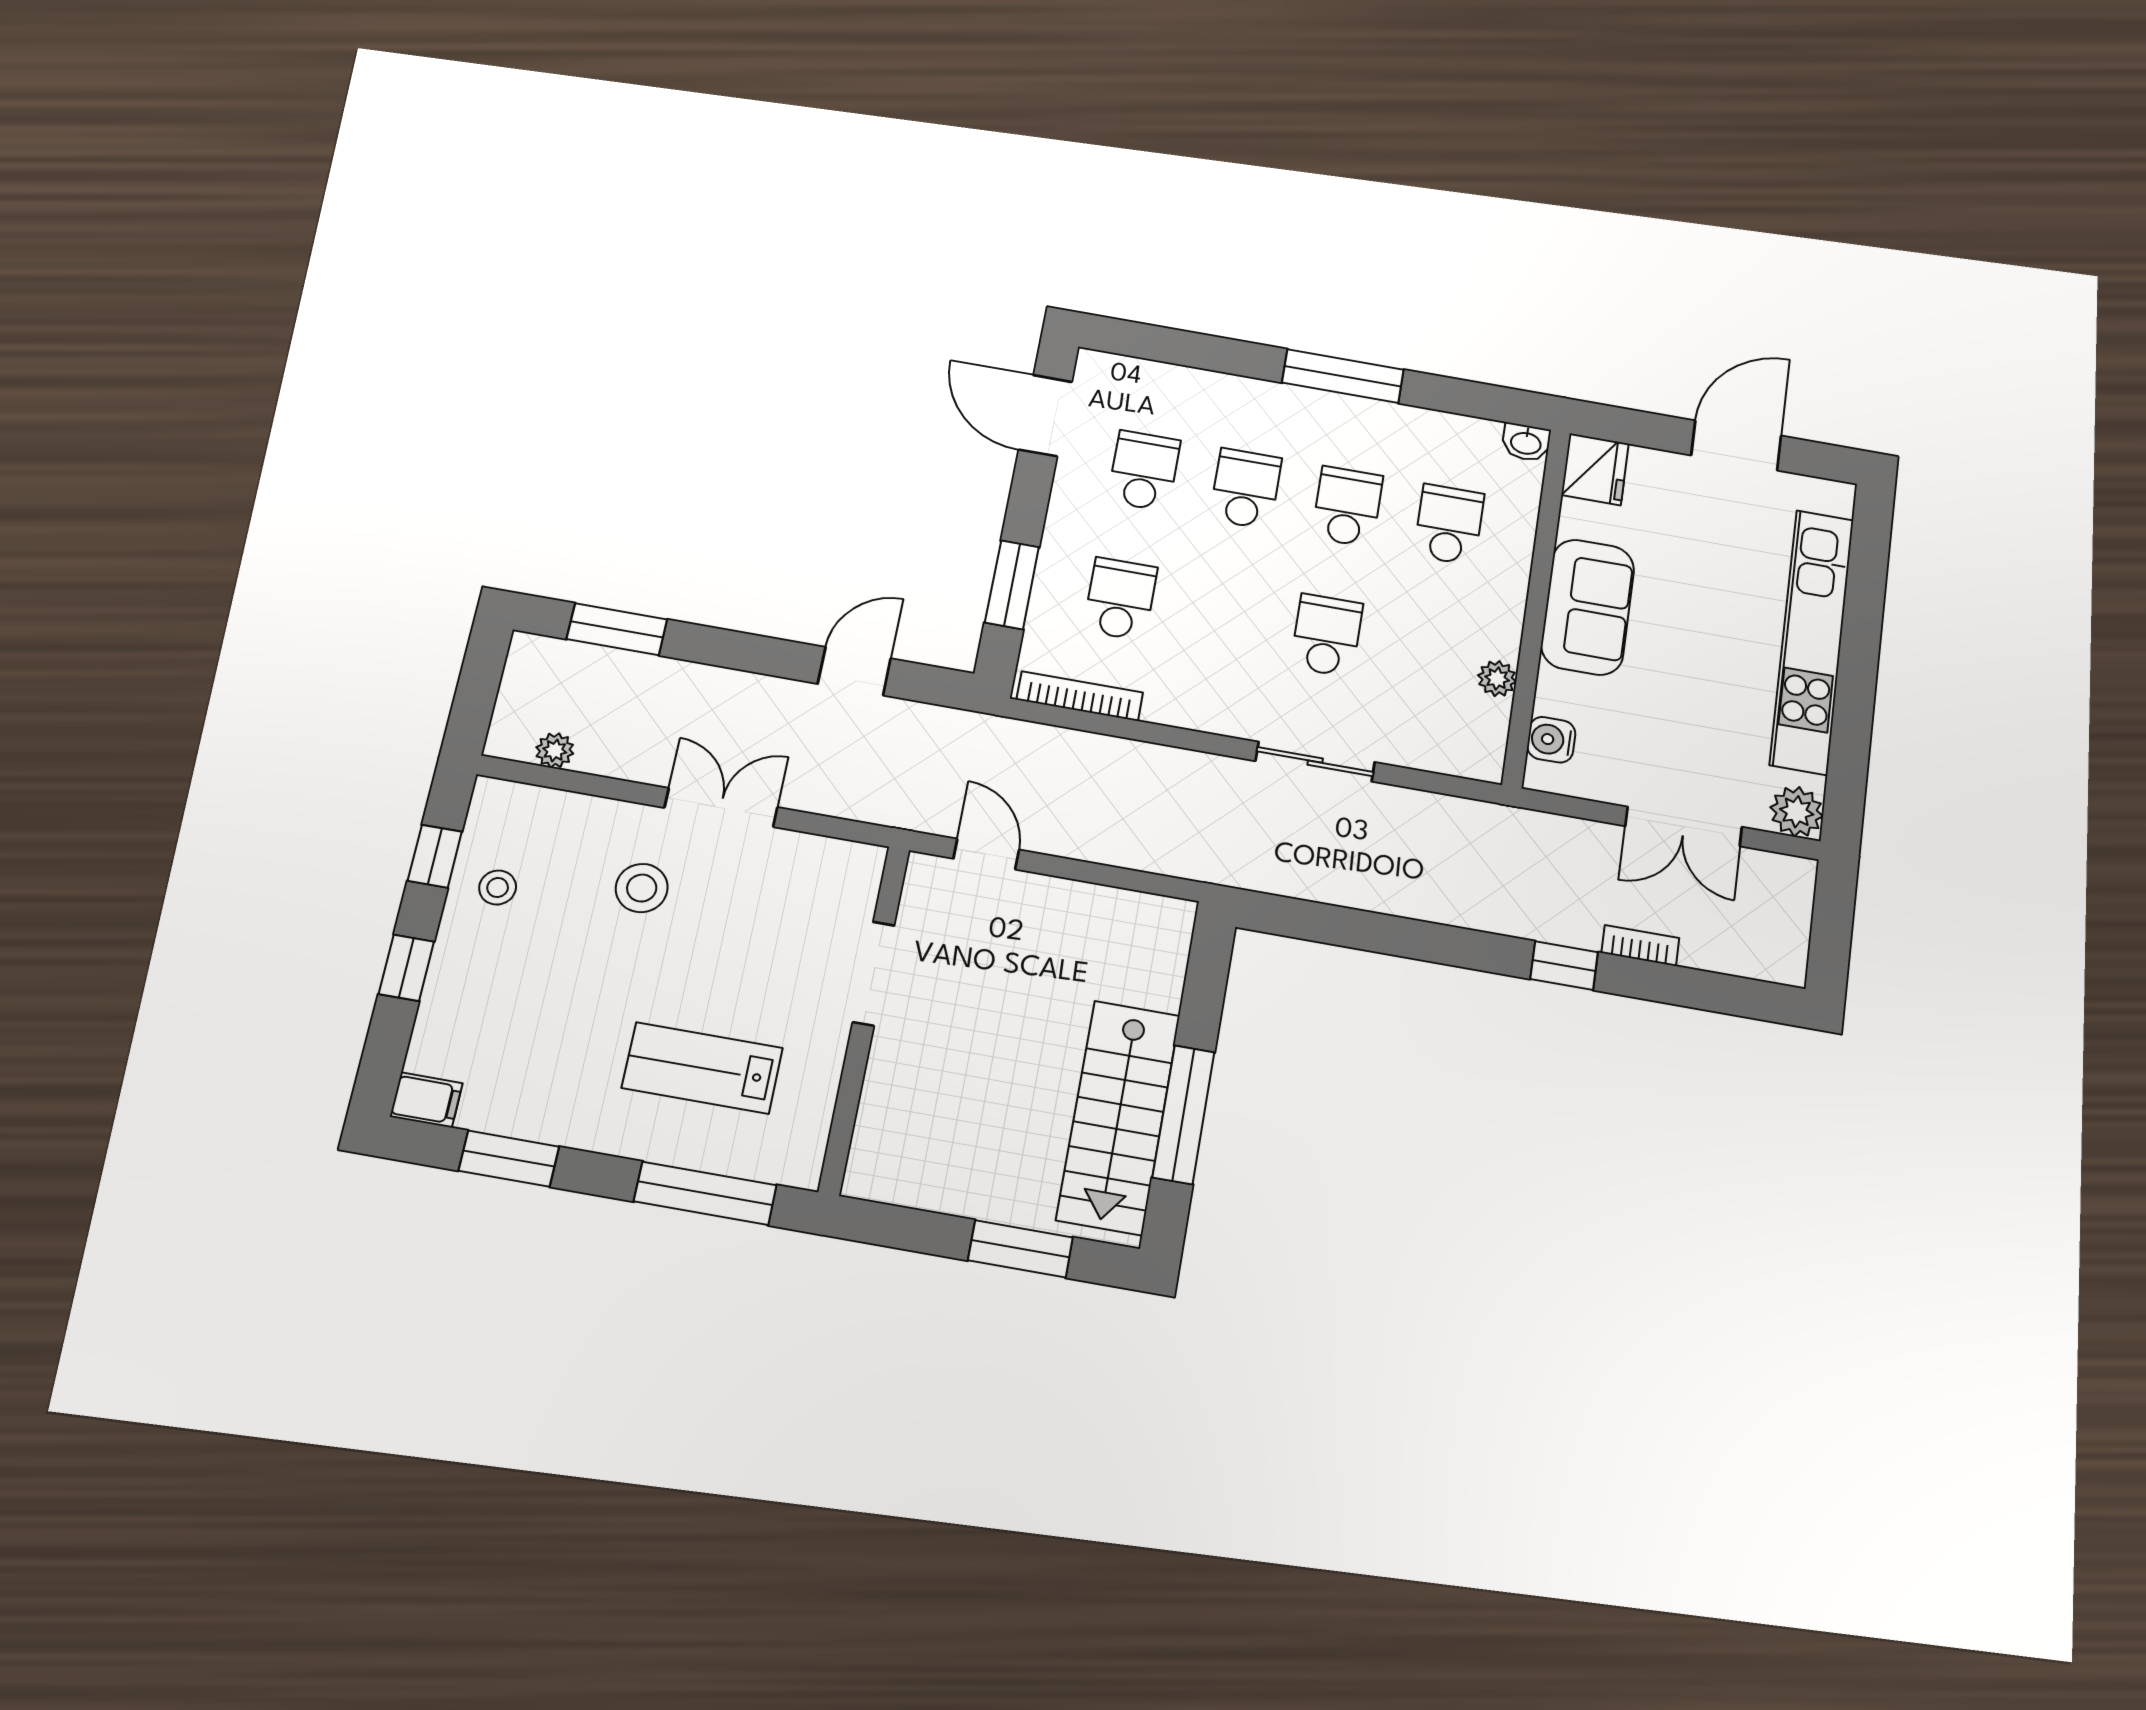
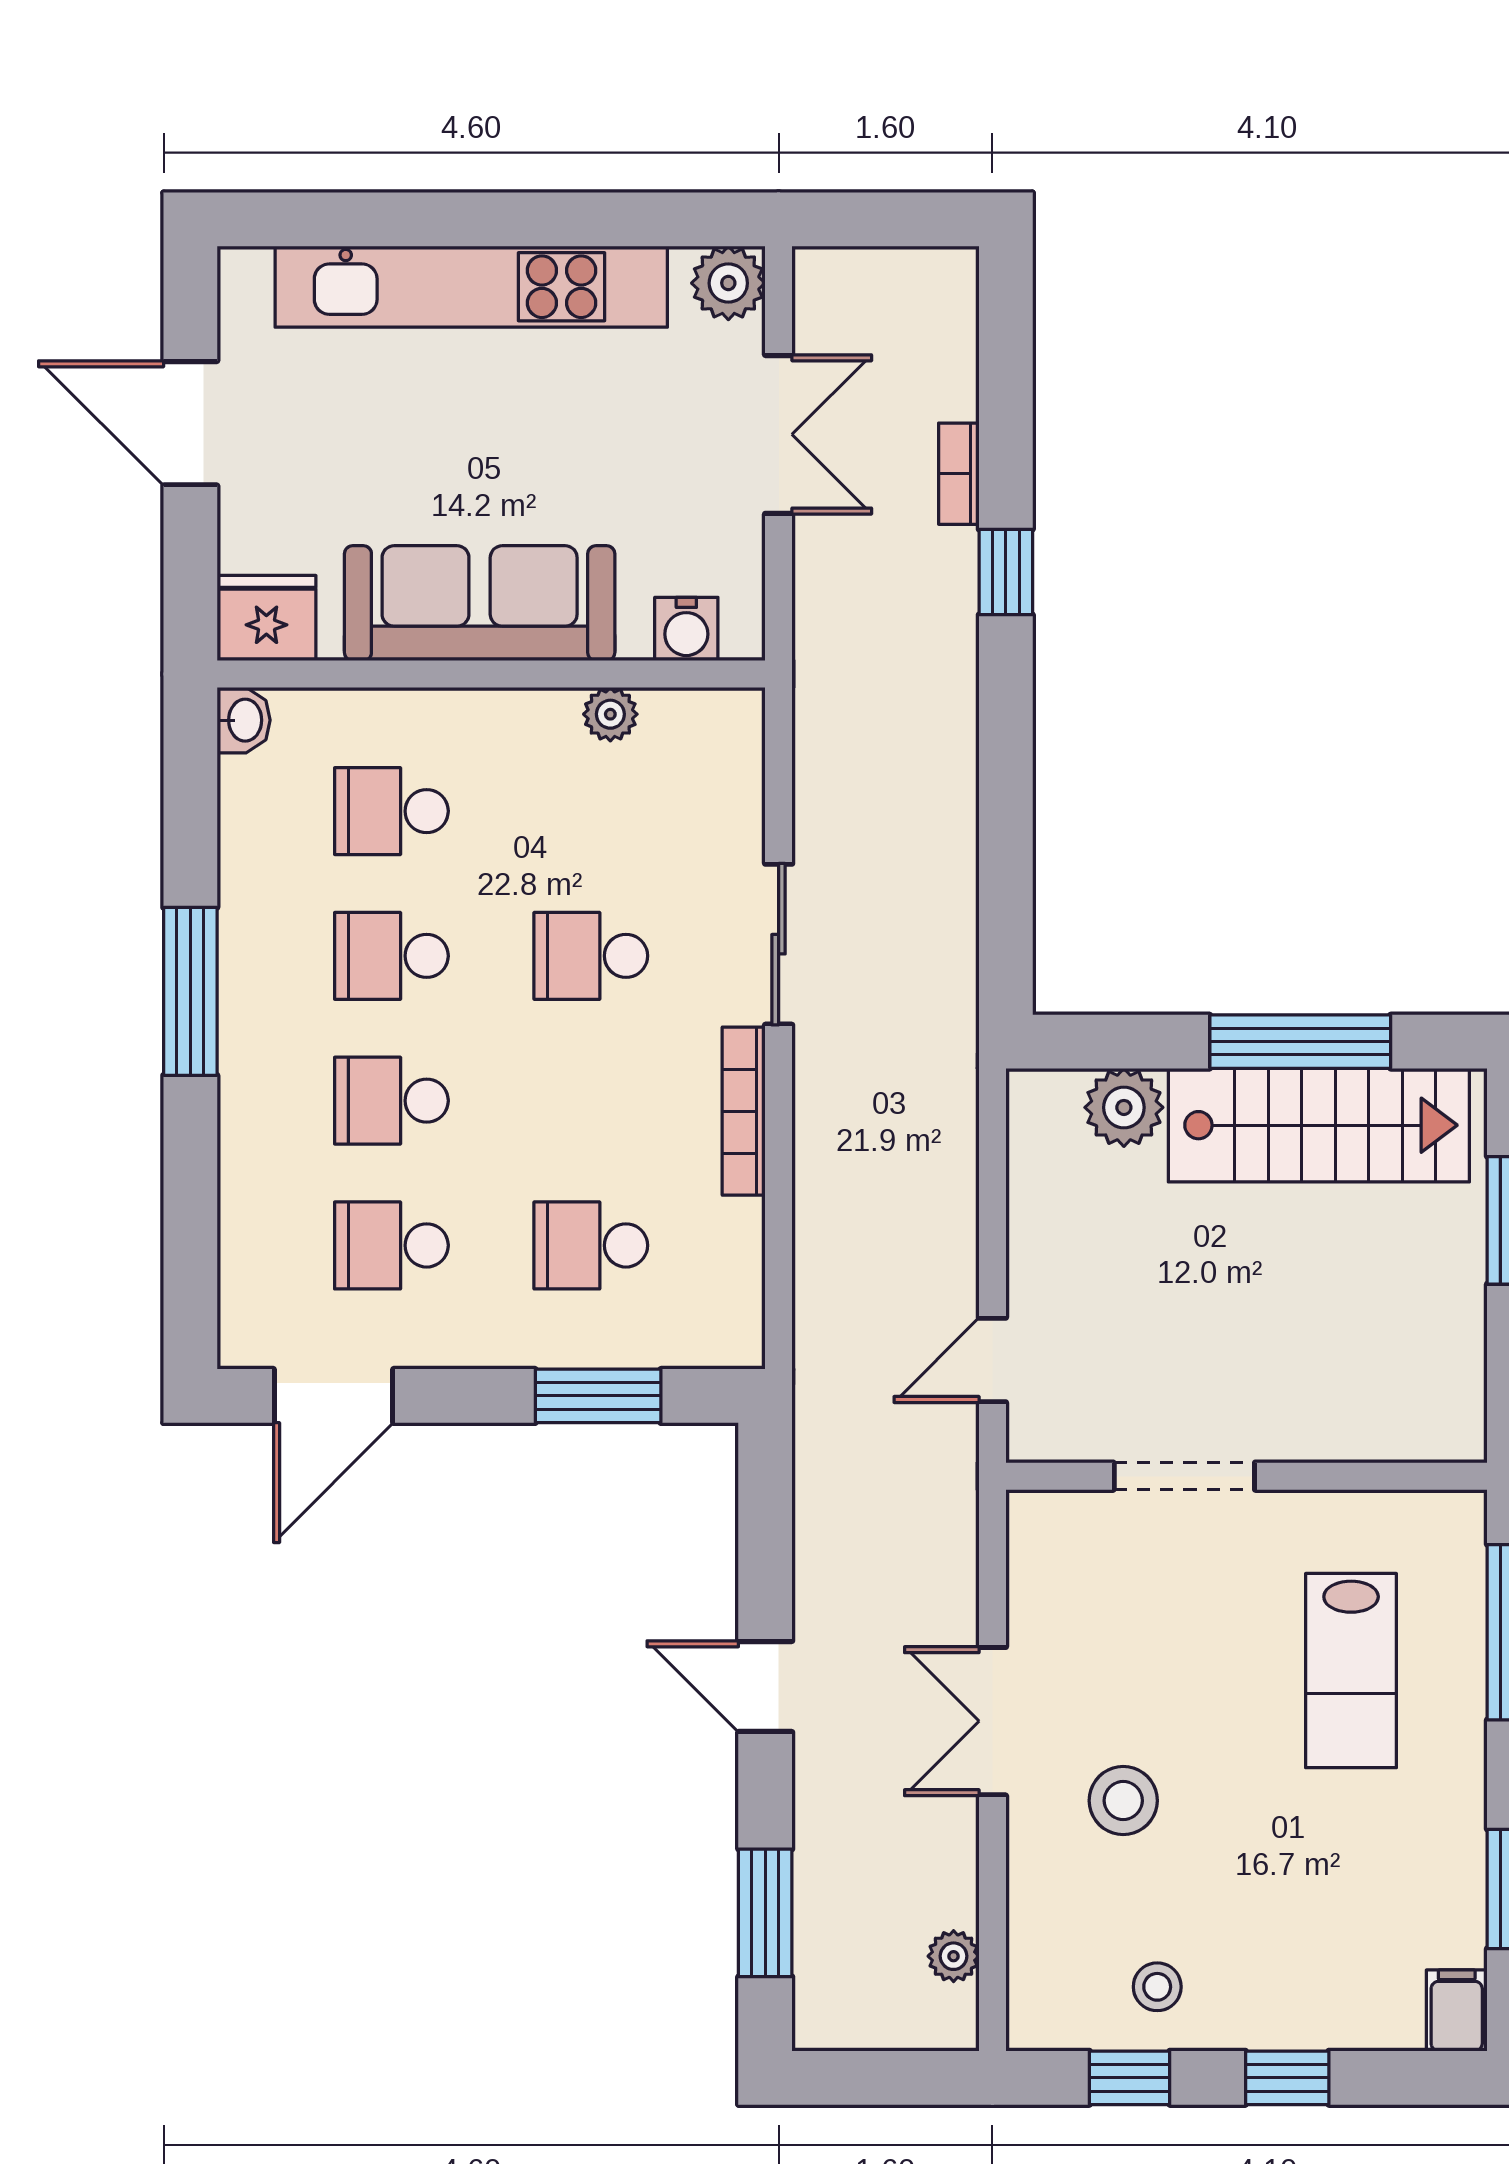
sofa: (1588, 607) -> (480, 603), width x1.36
door: (854, 671) -> (765, 1686), moved
bookcase: (1080, 696) -> (744, 1111), moved
plant: (1156, 979) -> (1124, 1107), added

